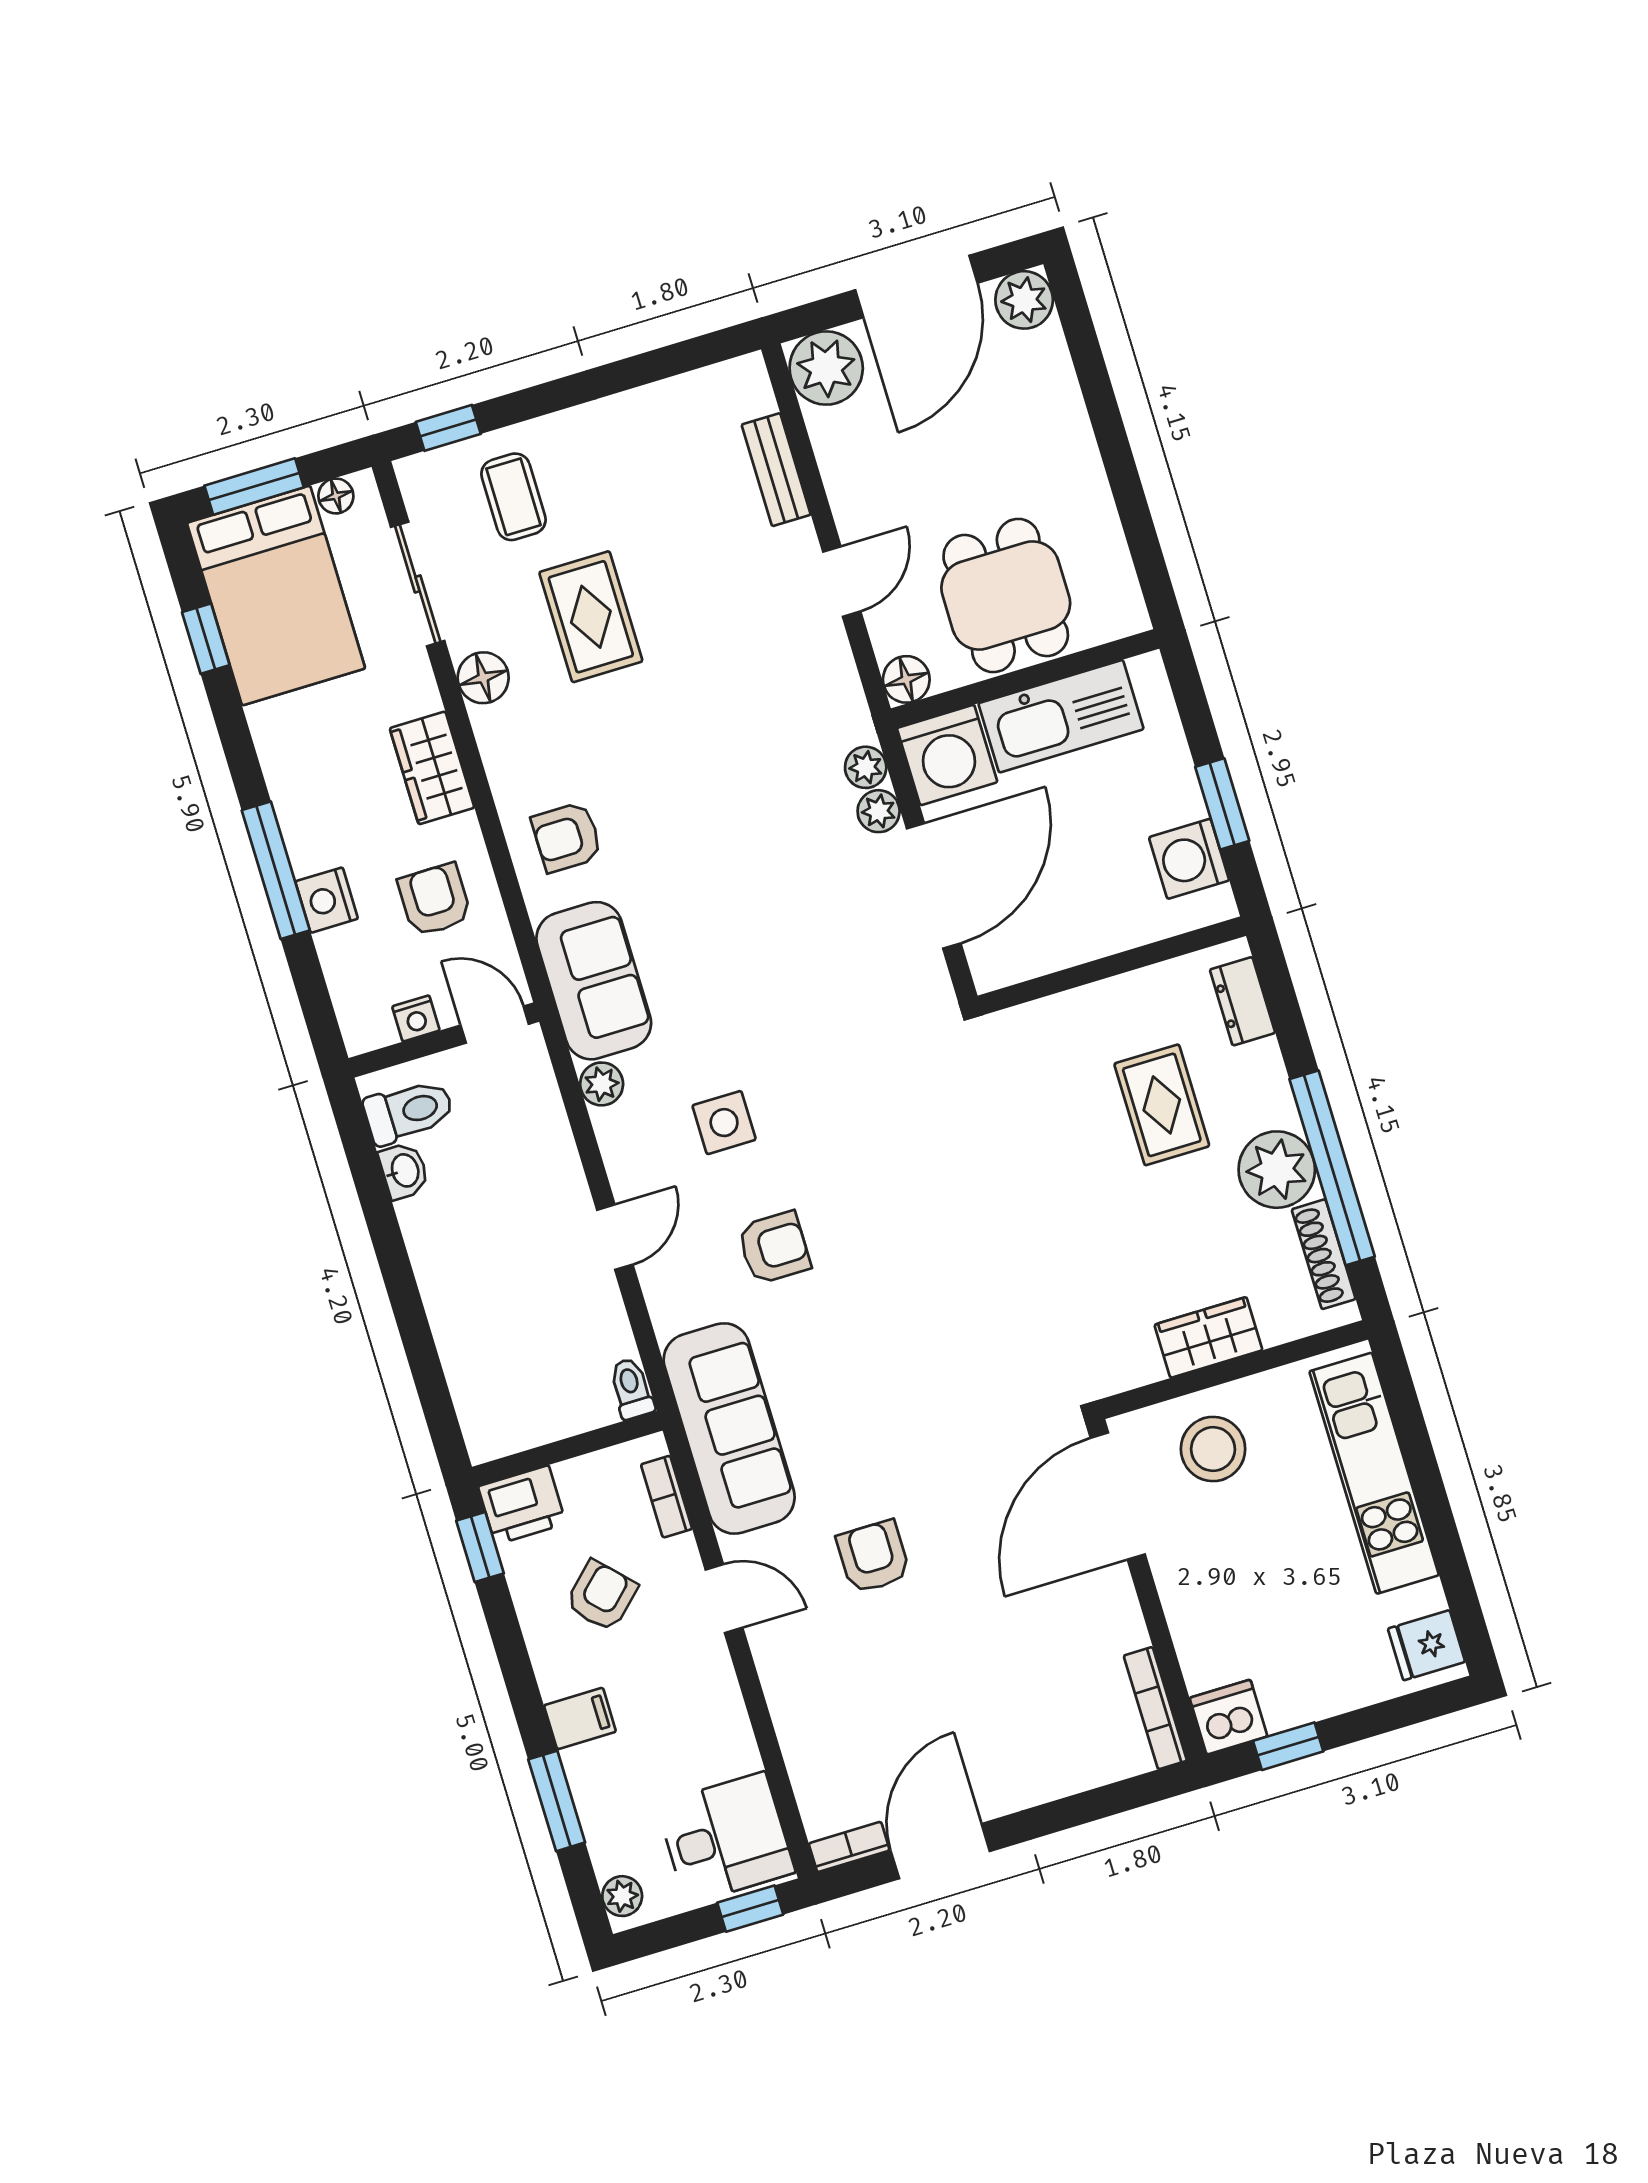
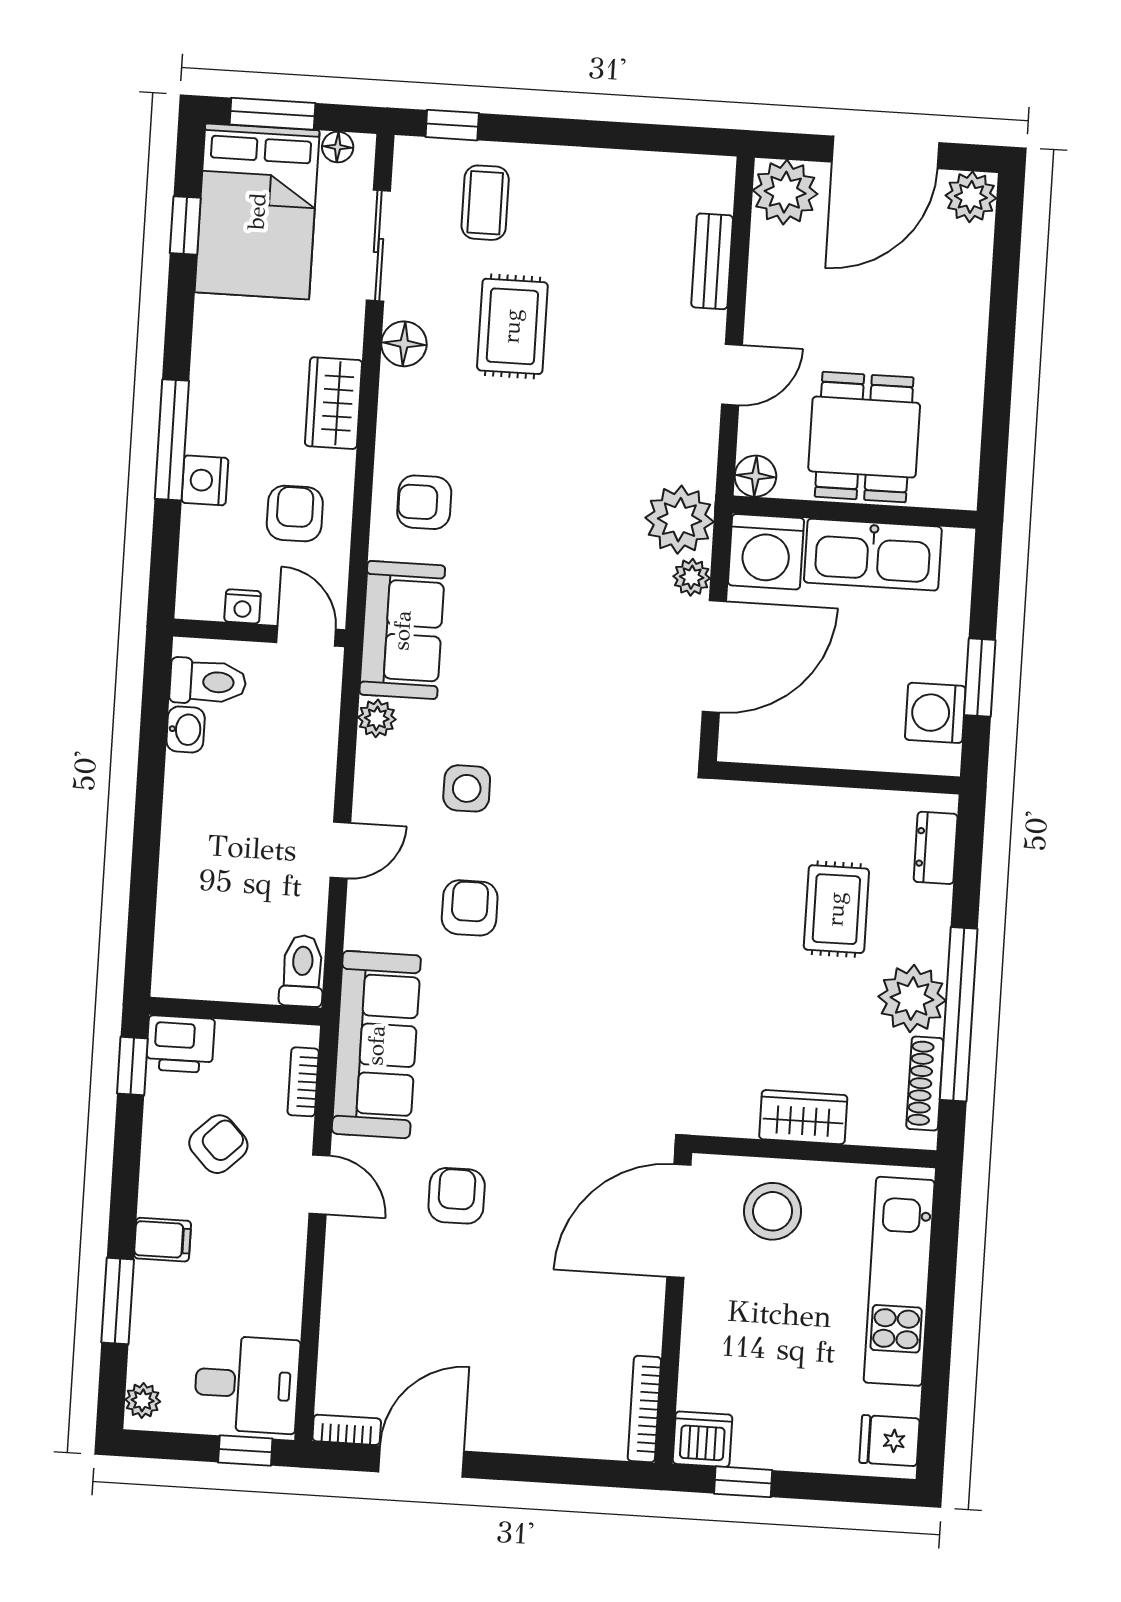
plant: (866, 767) -> (679, 520), width x1.88, depth x1.88
armchair: (774, 1248) -> (470, 908), turned -90
toilet: (631, 1389) -> (302, 971), width x1.37, depth x1.39

